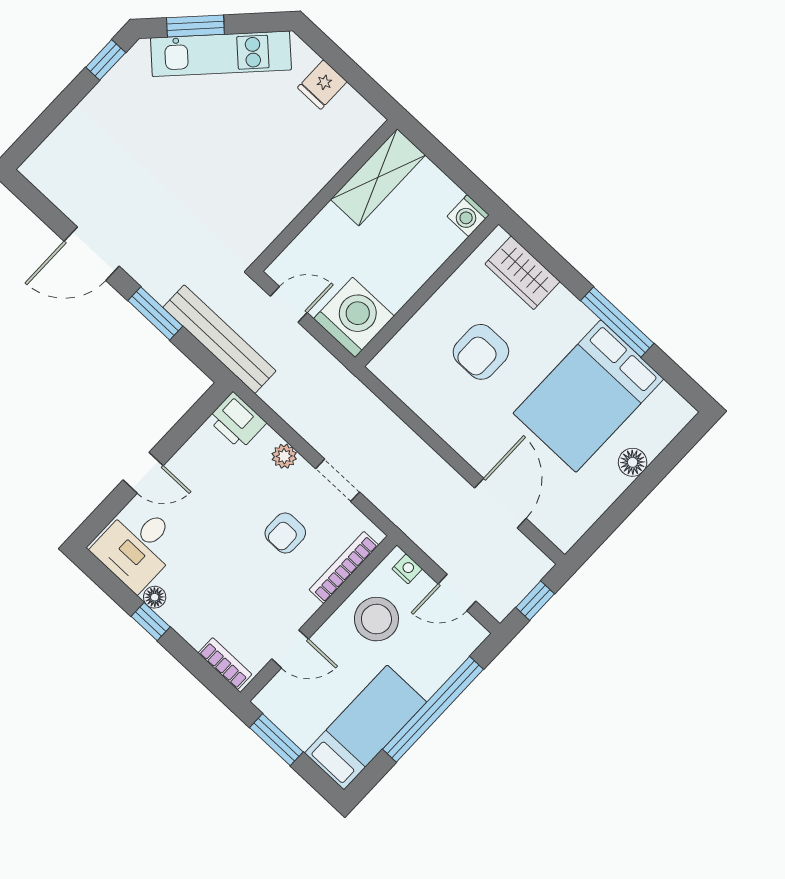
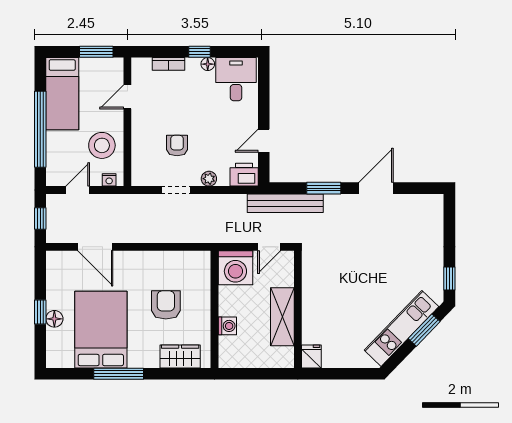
fridge: (322, 85) -> (311, 356), moved
shelving: (378, 177) -> (282, 317), moved
washing machine: (468, 216) -> (227, 326), moved, turned 90
door: (143, 473) -> (264, 141), moved
window: (642, 487) -> (40, 312), added
bookcase: (344, 567) -> (137, 155), removed
bookcase: (225, 664) -> (169, 64), moved

